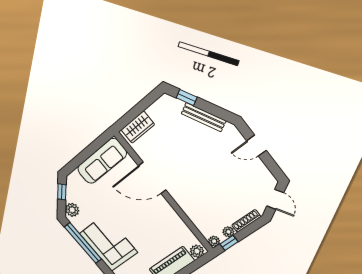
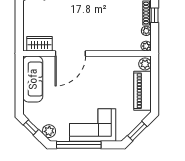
wardrobe: (138, 127) -> (39, 44), moved, turned -90
window: (229, 243) -> (155, 15), moved

